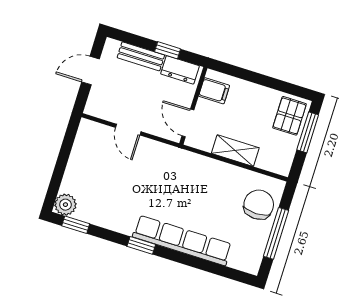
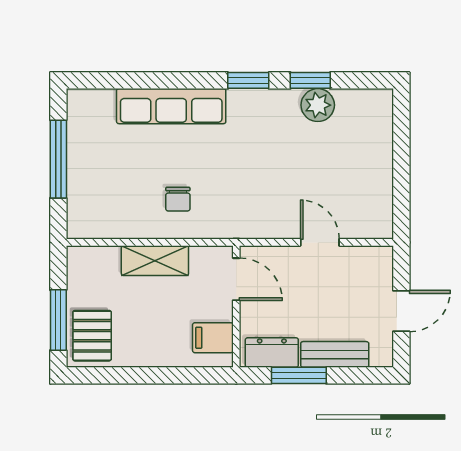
window: (168, 50) -> (299, 375), width x1.50
plant: (65, 205) -> (318, 105), moved
chair: (259, 205) -> (178, 199), moved, width x0.54, depth x0.54
window: (76, 225) -> (310, 80), moved
row of seats: (182, 240) -> (171, 106), width x0.73

